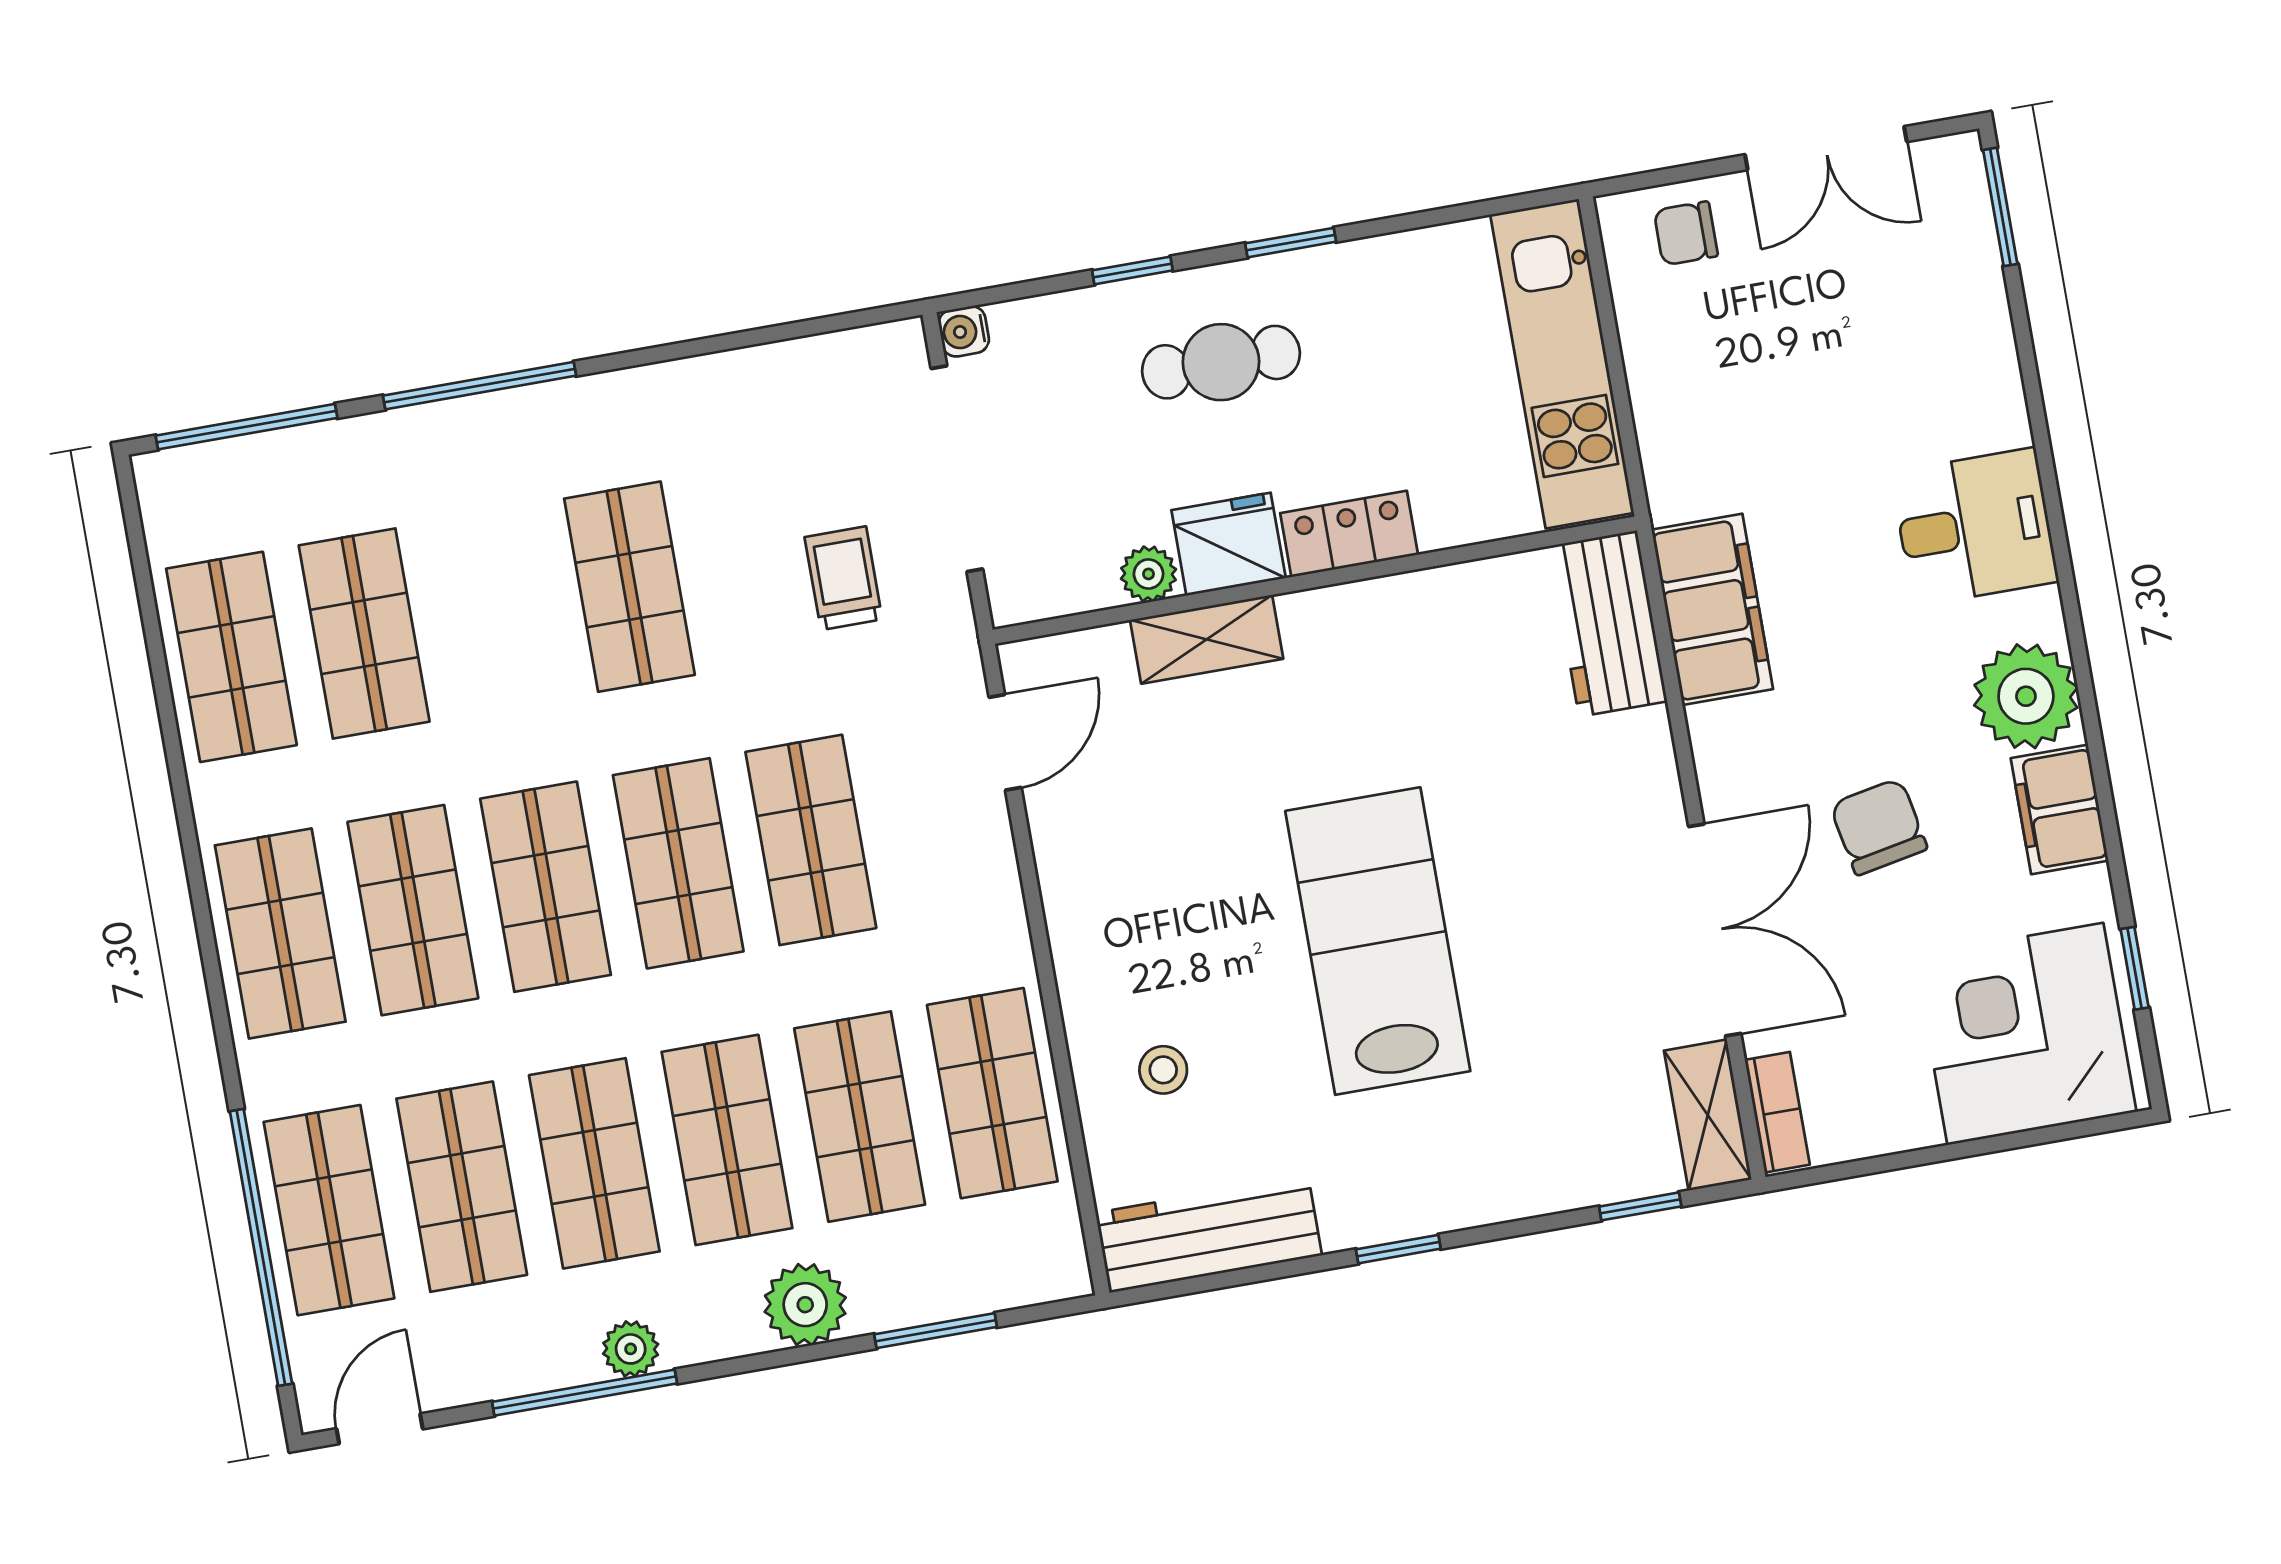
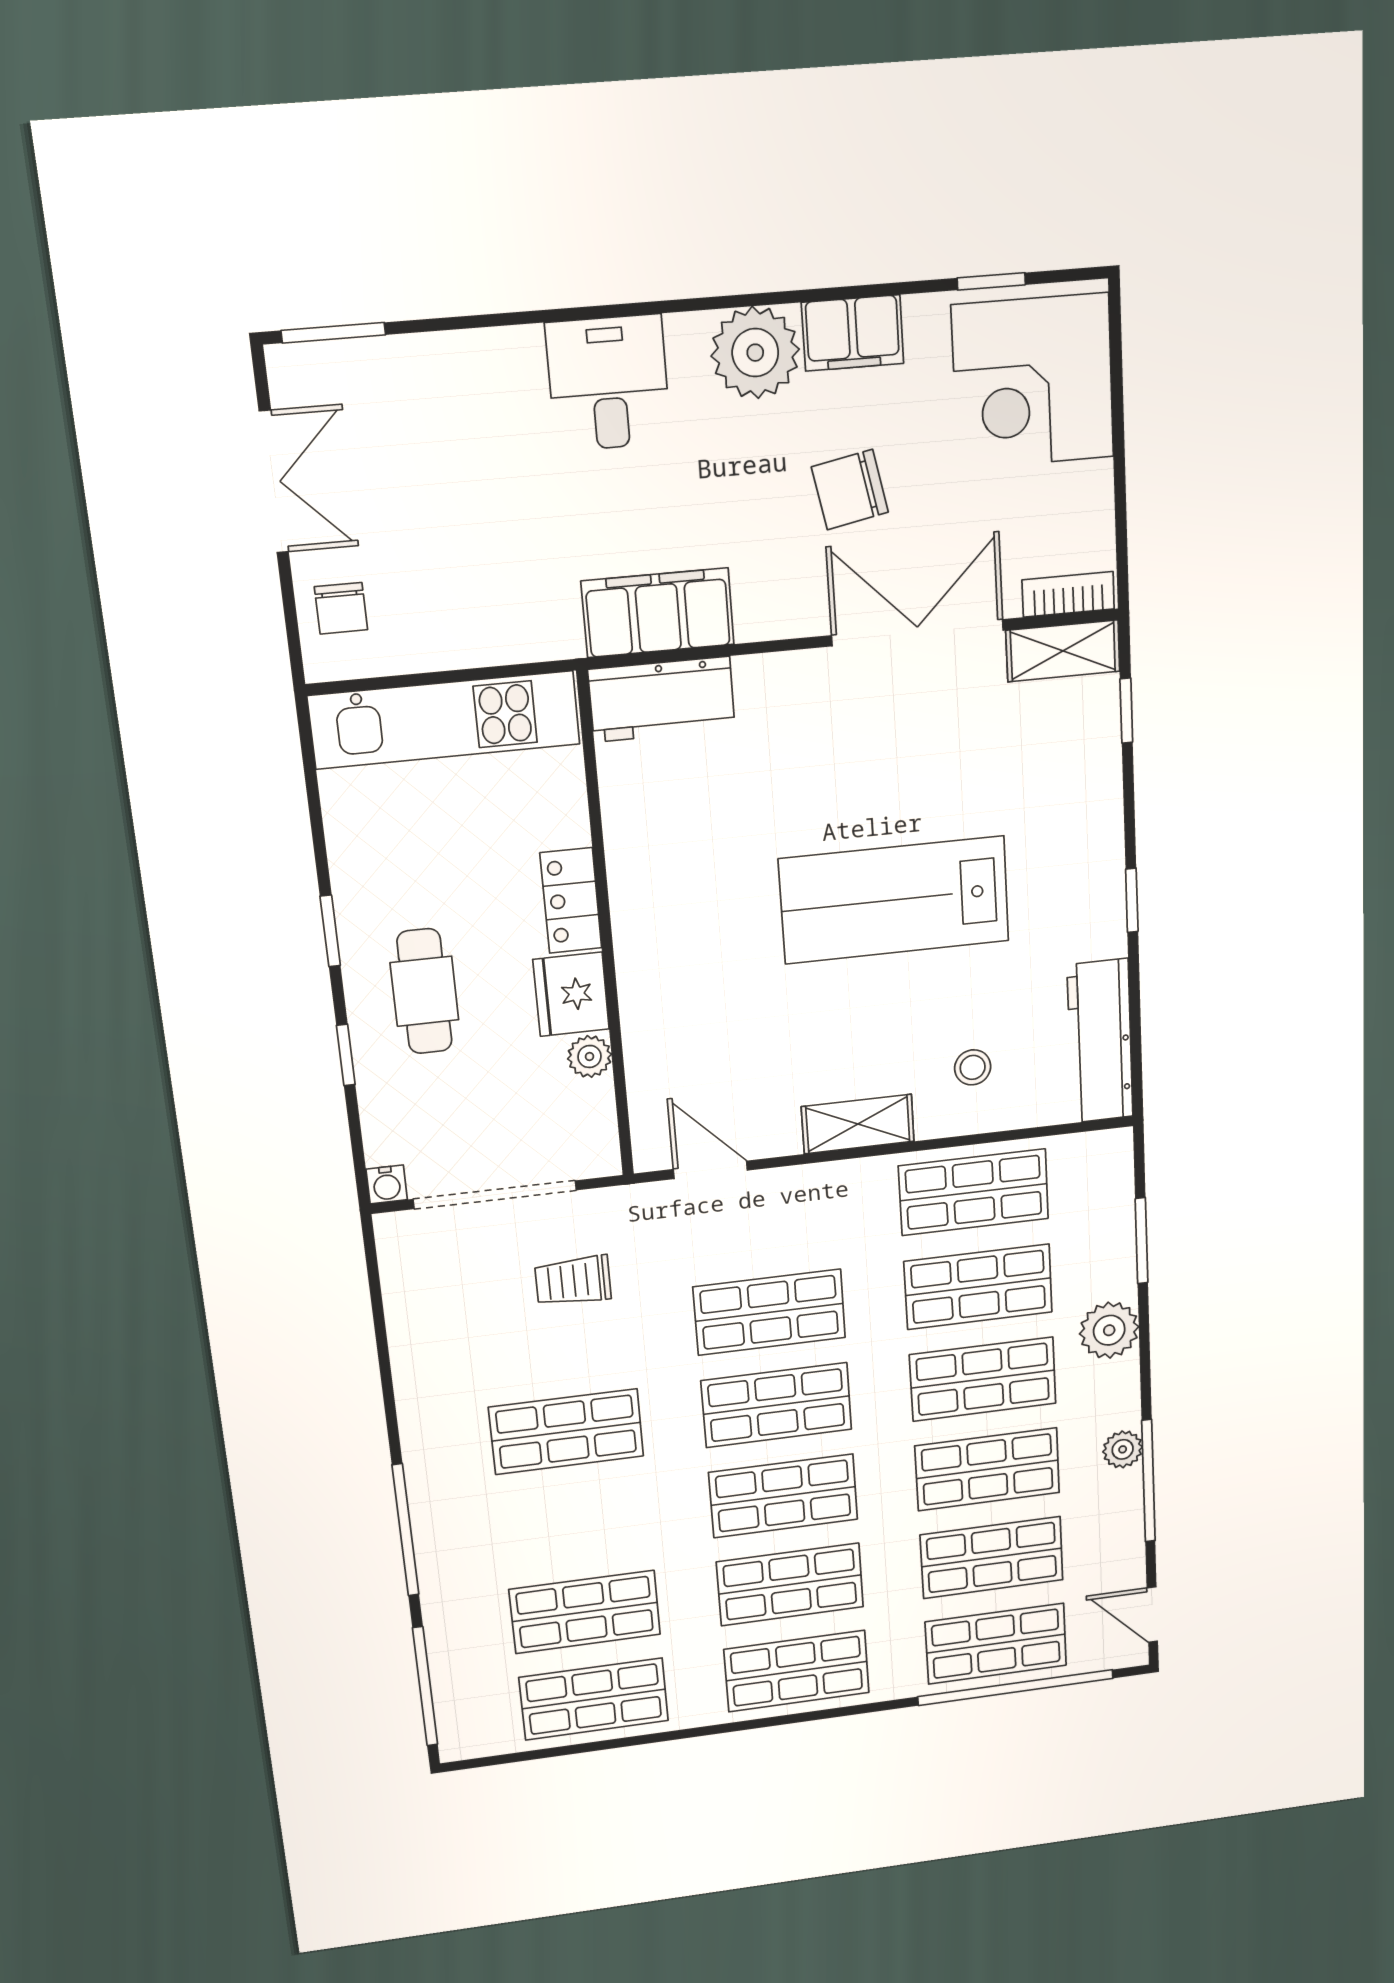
shelving: (1207, 639) -> (858, 1124), moved, turned 90

